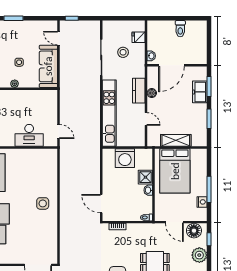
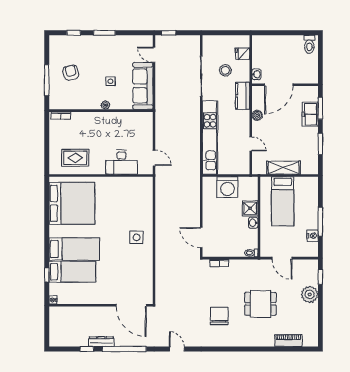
toilet: (180, 29) -> (309, 44), moved
kitchen counter: (139, 91) -> (243, 96), moved
bed: (175, 171) -> (283, 201), width x0.67
floor lamp: (194, 231) -> (304, 267), removed

